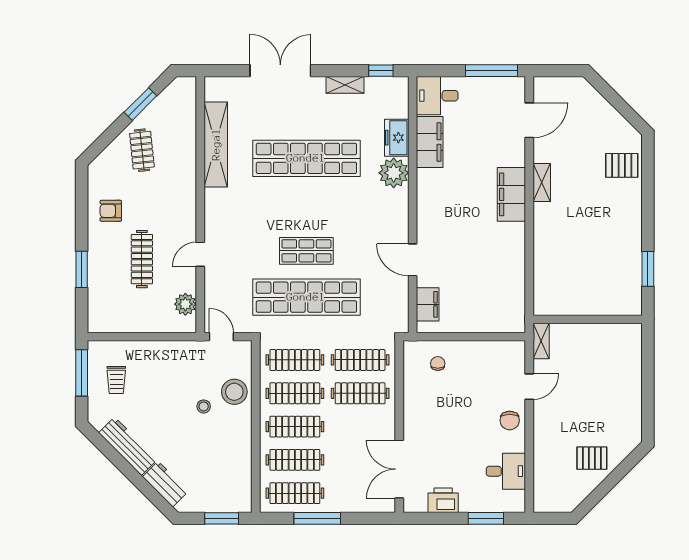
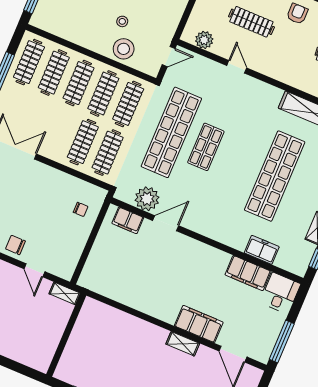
plant: (394, 173) -> (147, 199), moved
filing cabinet: (511, 194) -> (199, 324), moved

